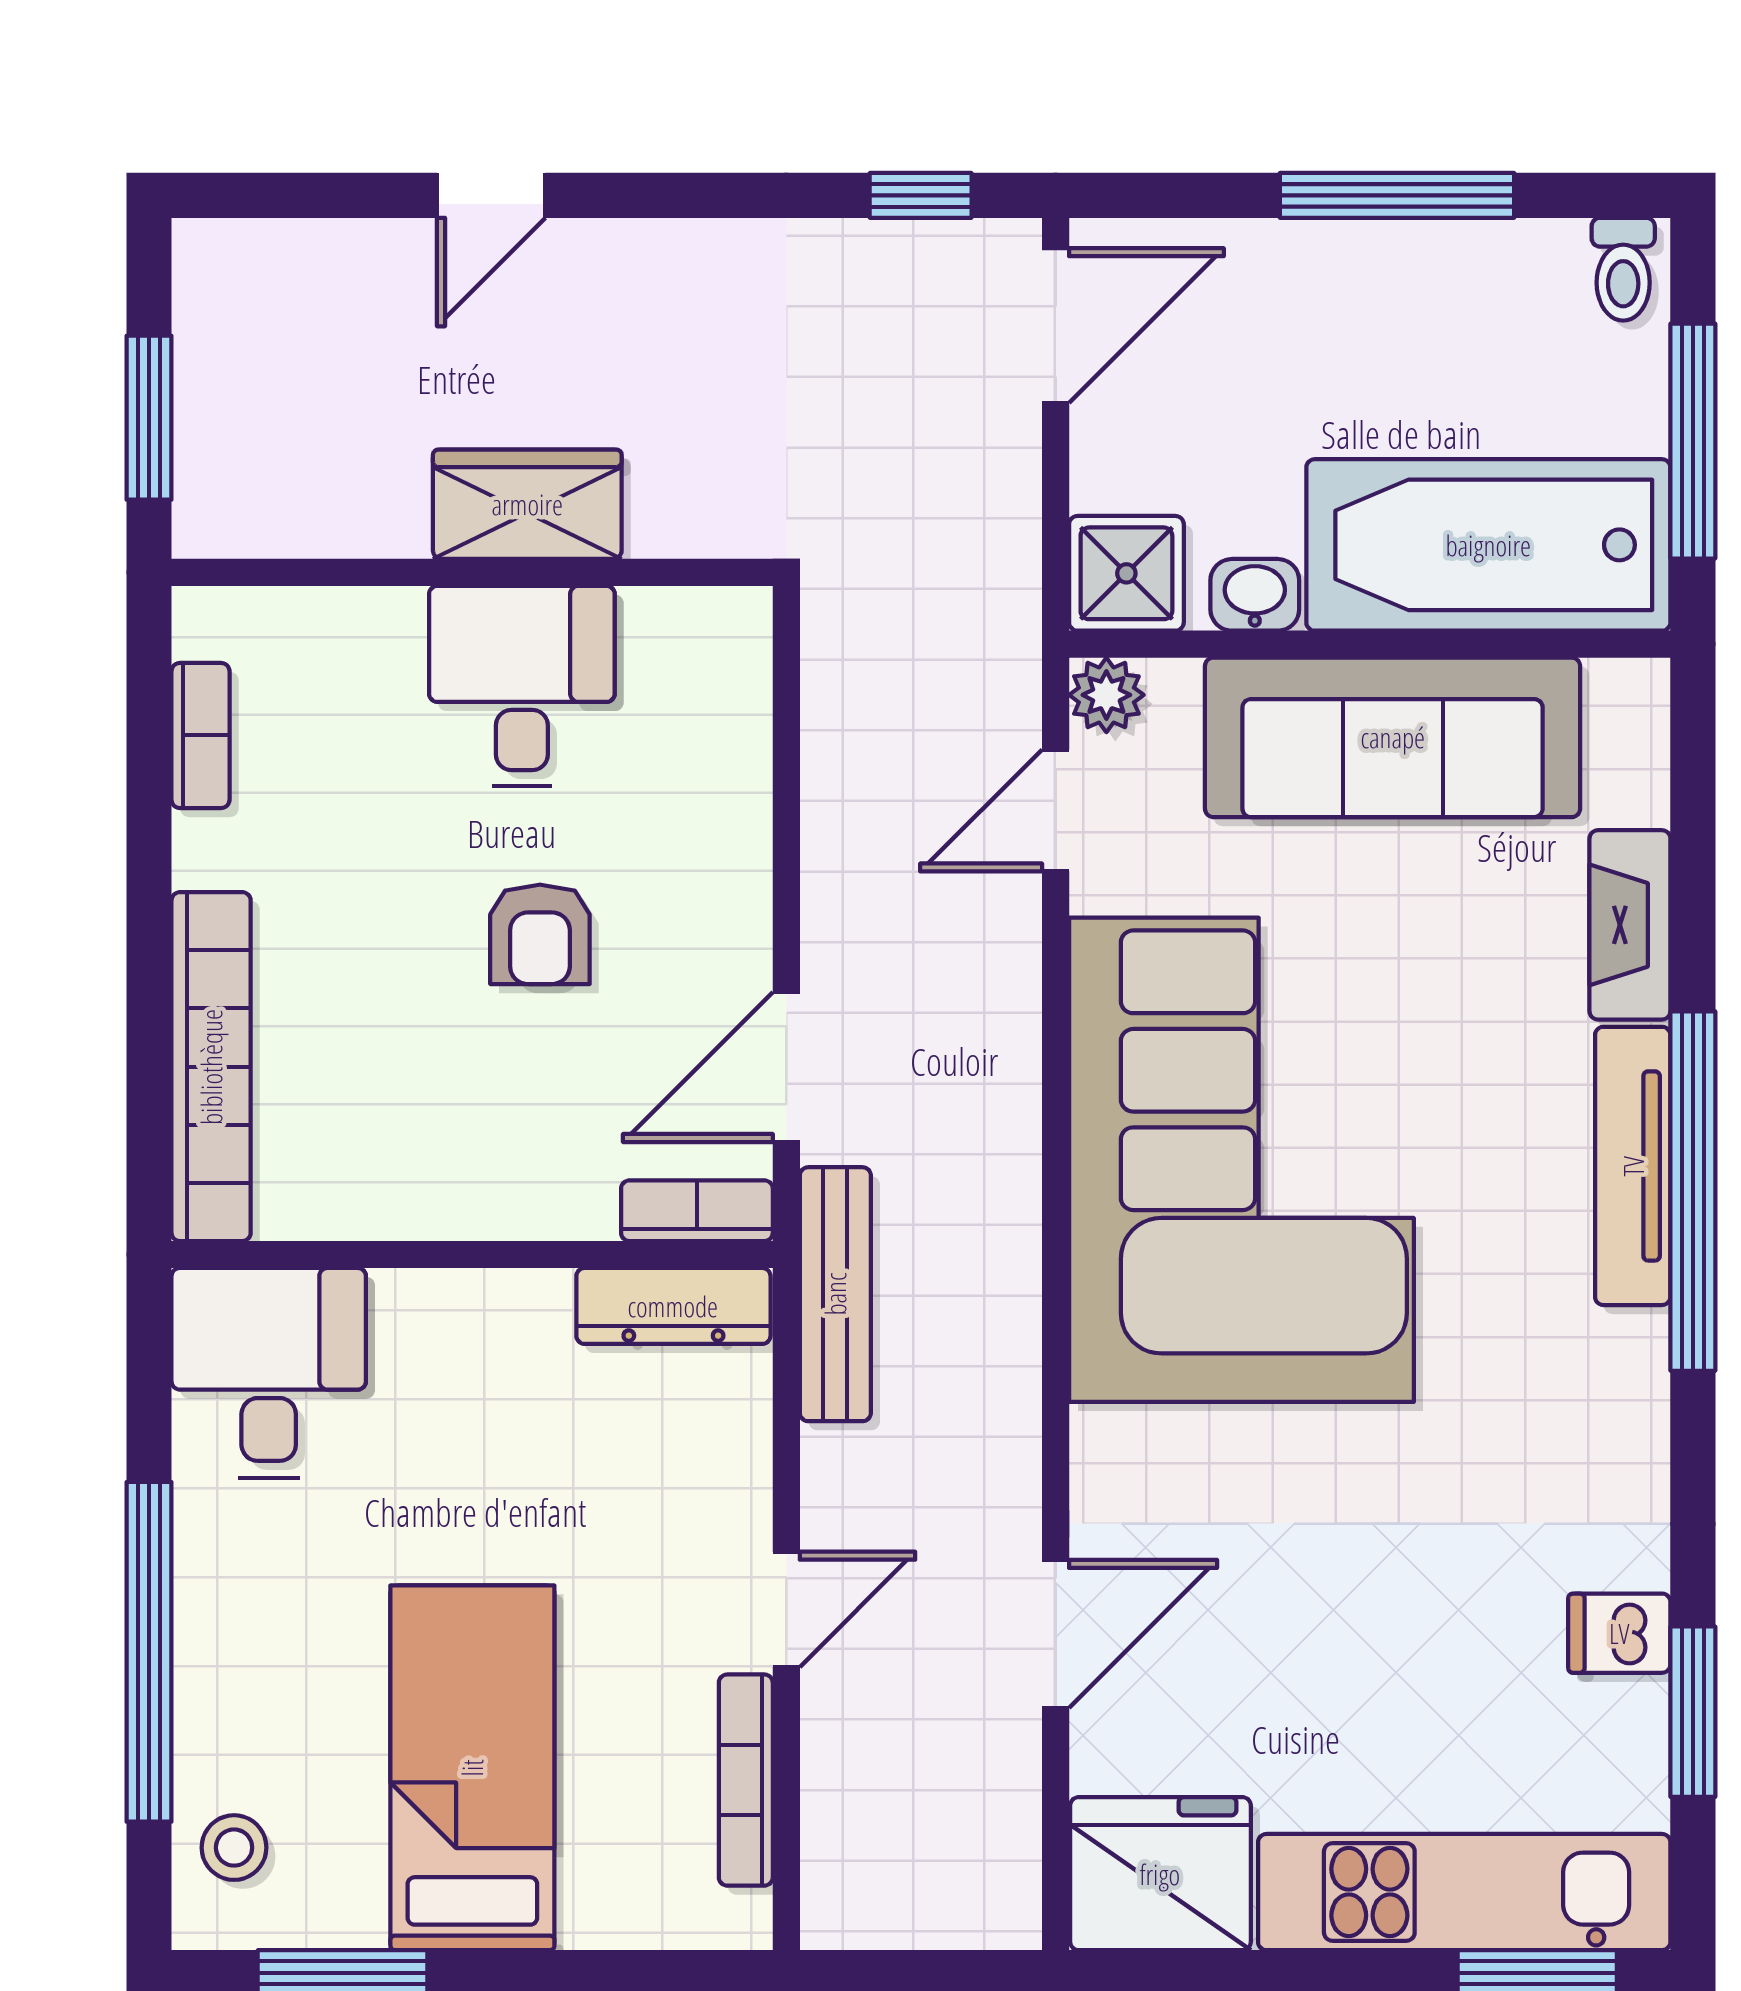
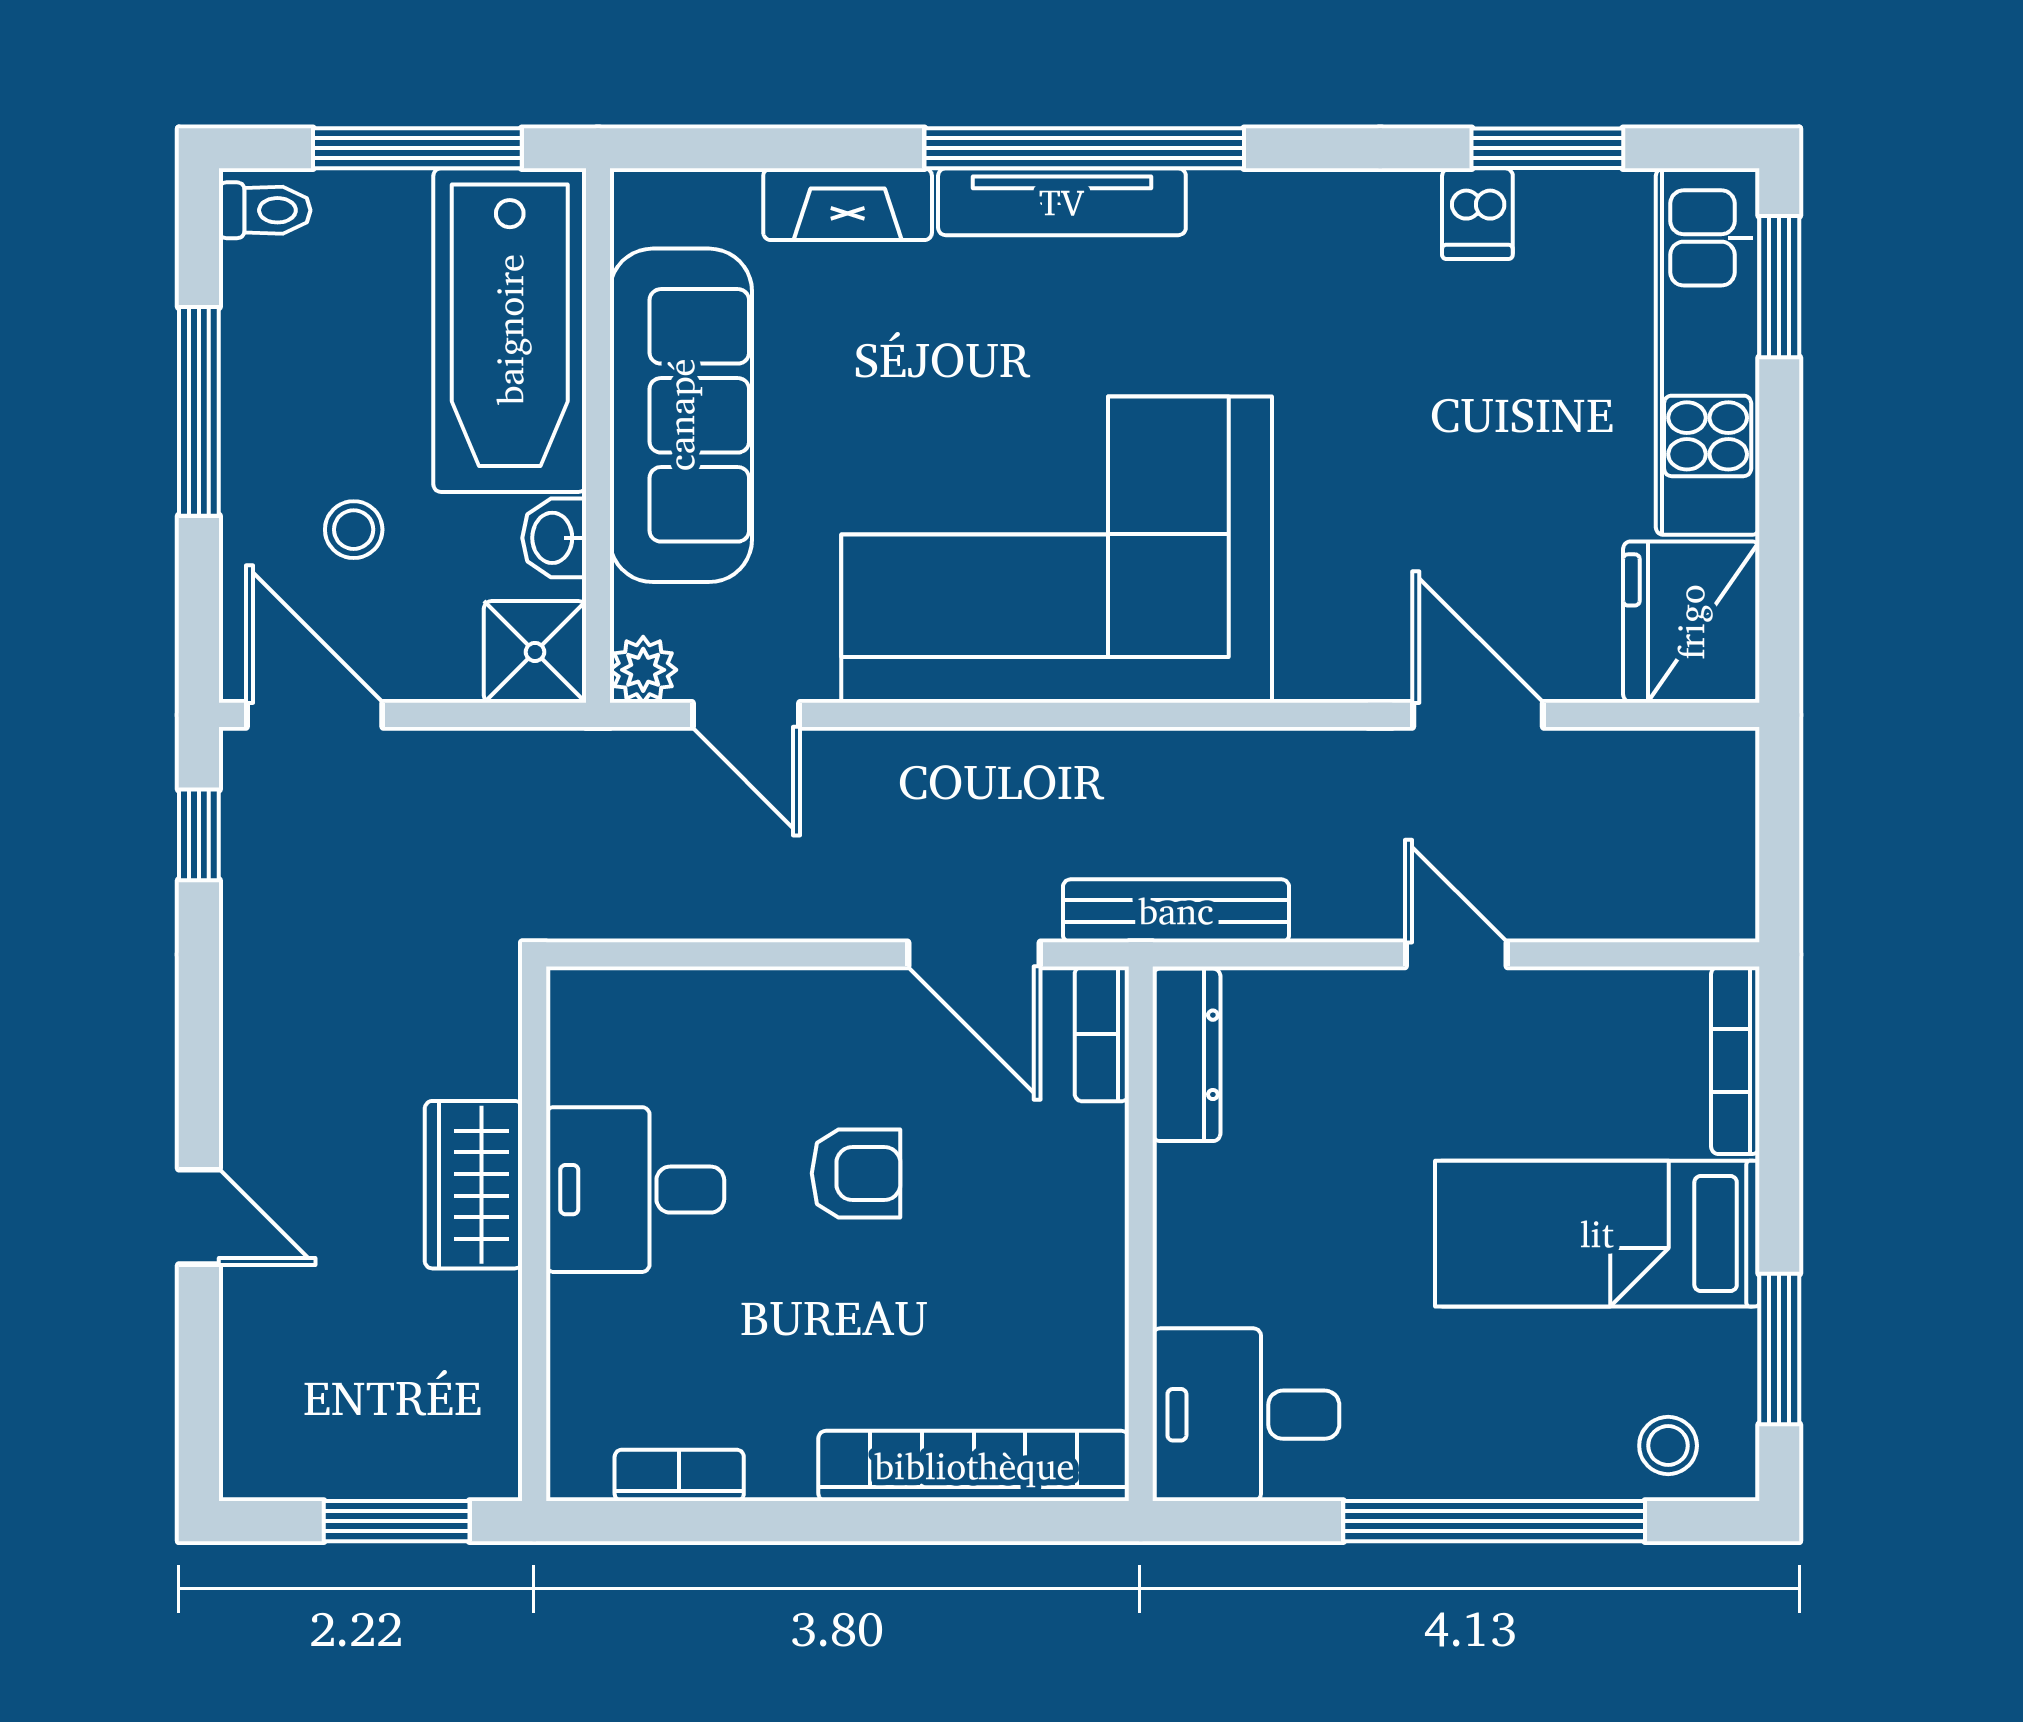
stool: (1264, 369) -> (354, 530), added
bookcase: (746, 1780) -> (1735, 1060), moved, turned 90

